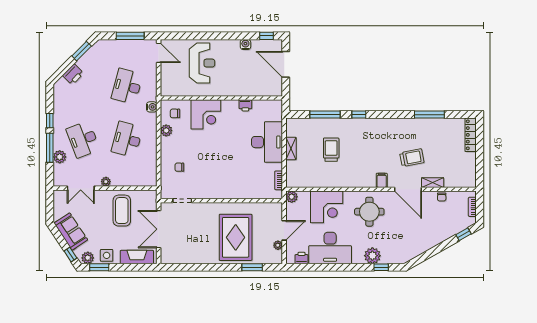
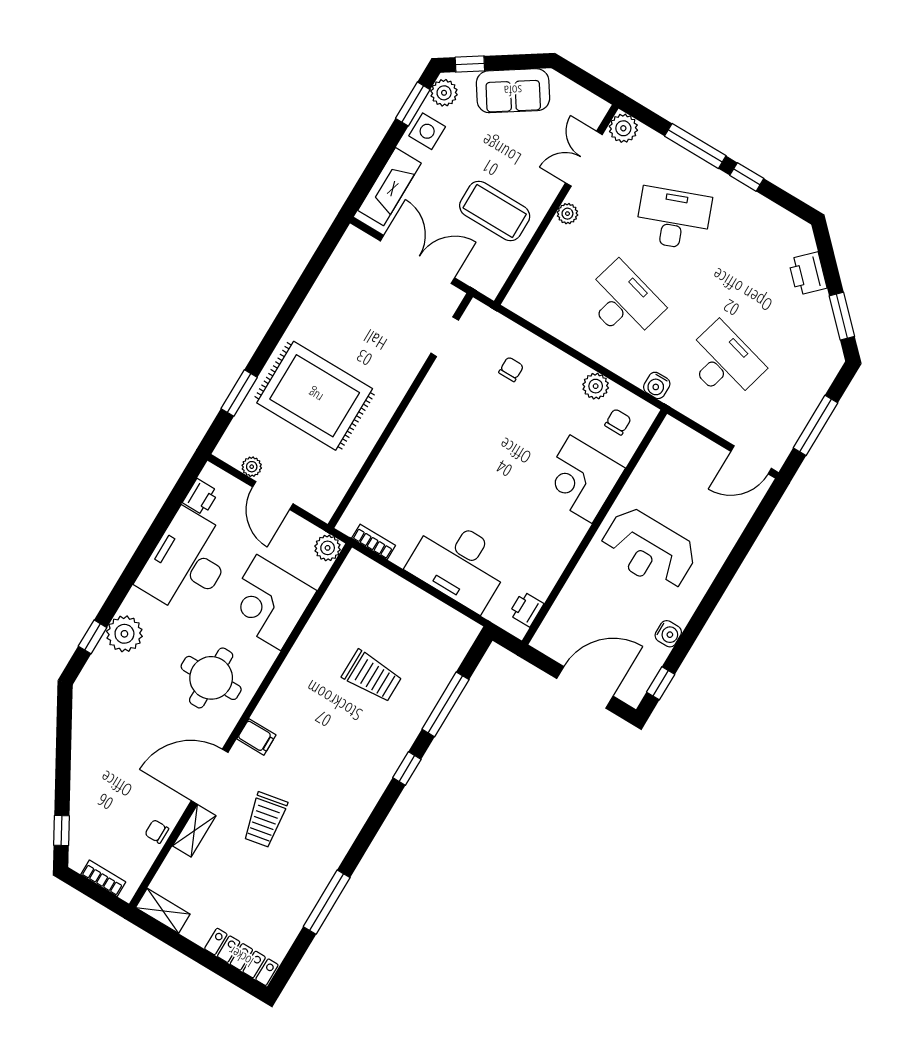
reception desk: (202, 63) -> (649, 549), moved
printer: (245, 105) -> (526, 609), moved
shelving: (291, 148) -> (163, 911), moved
plant: (60, 157) -> (623, 128), moved

